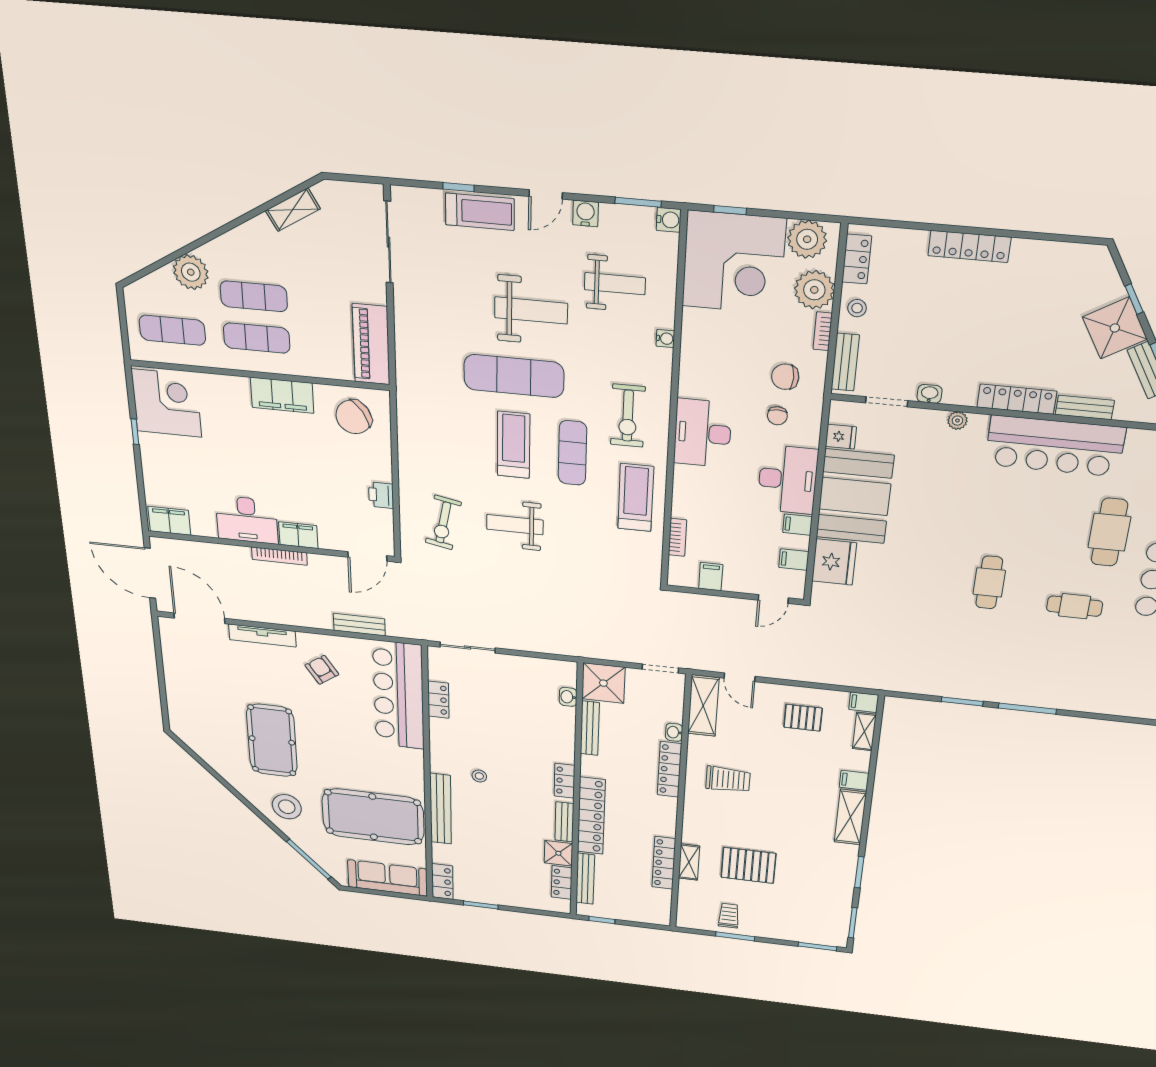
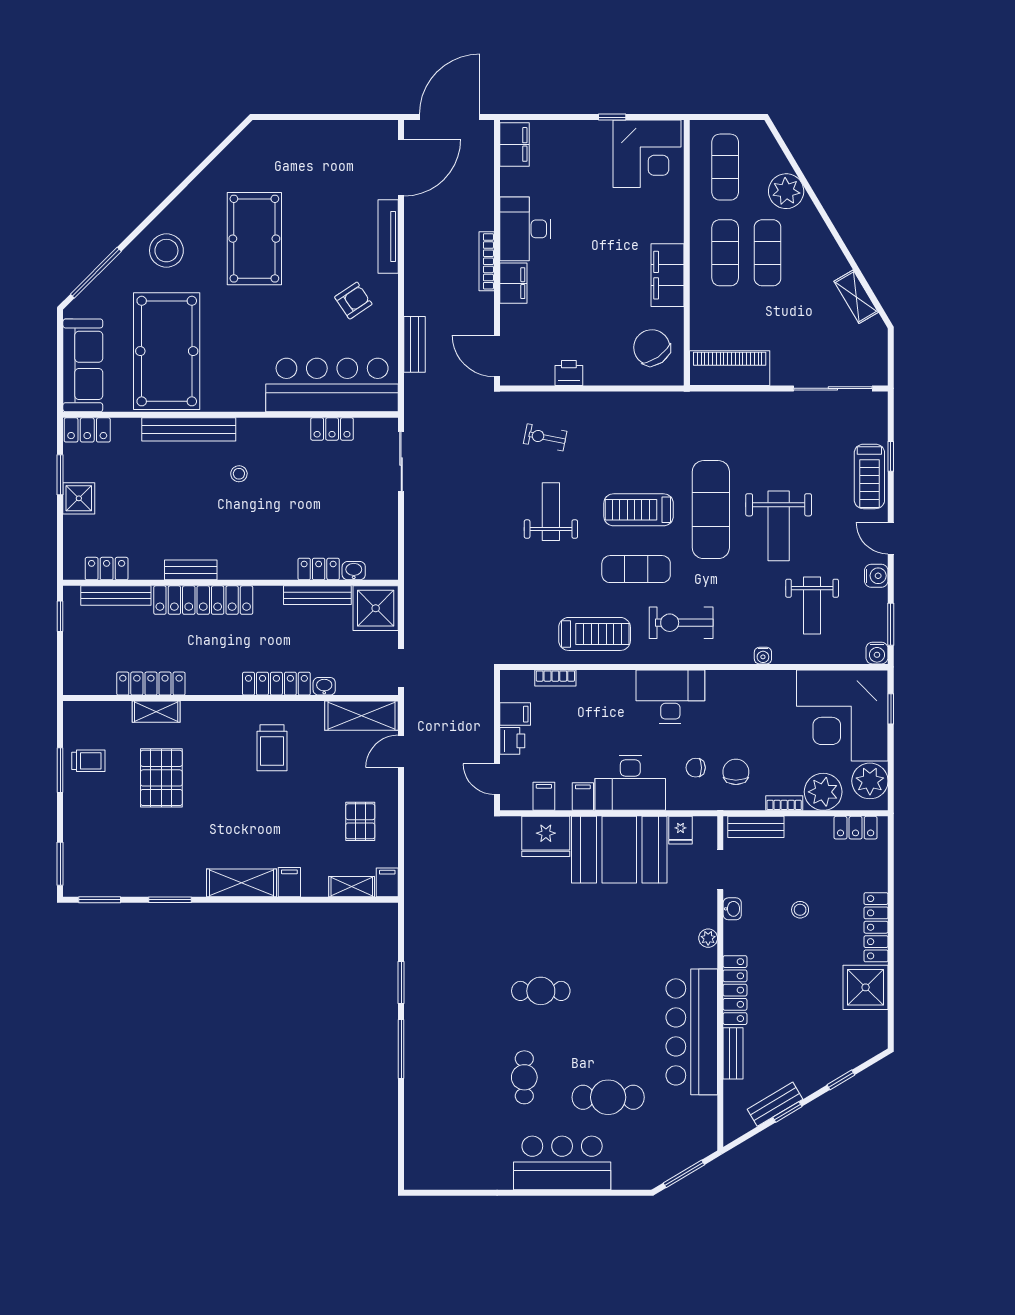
stool: (857, 308) -> (800, 910), moved
shower: (1115, 328) -> (866, 987), moved, turned 31
treadmill: (514, 445) -> (639, 510), turned 180
exercise bike: (443, 522) -> (545, 437), width x0.73, depth x0.72
printer: (737, 582) -> (512, 741), added
pool table: (272, 740) -> (254, 239), turned 90
locker: (564, 781) -> (319, 569), moved
shower: (558, 853) -> (79, 498), moved

